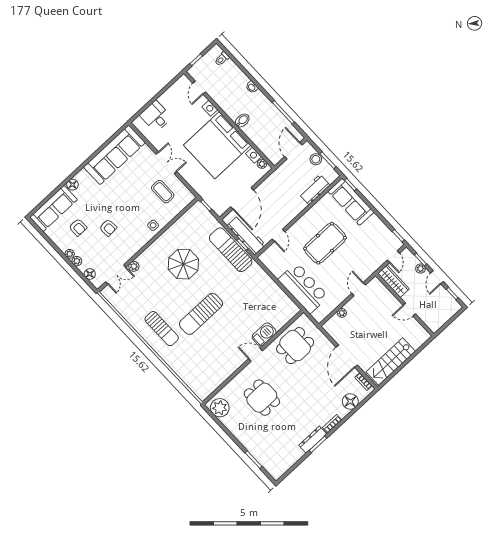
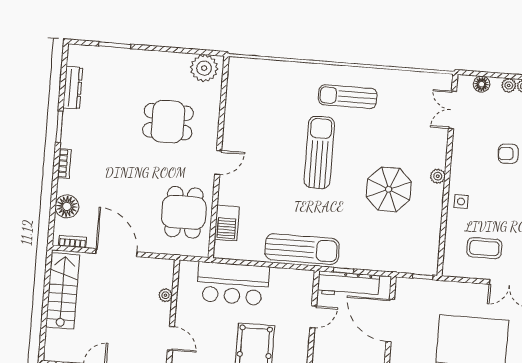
door: (278, 235) -> (313, 317), swing flipped
sun lounger: (231, 250) -> (302, 249), moved
plant: (134, 266) -> (438, 176), moved
barbecue: (264, 334) -> (227, 223), moved
dresser: (313, 440) -> (73, 88), moved

